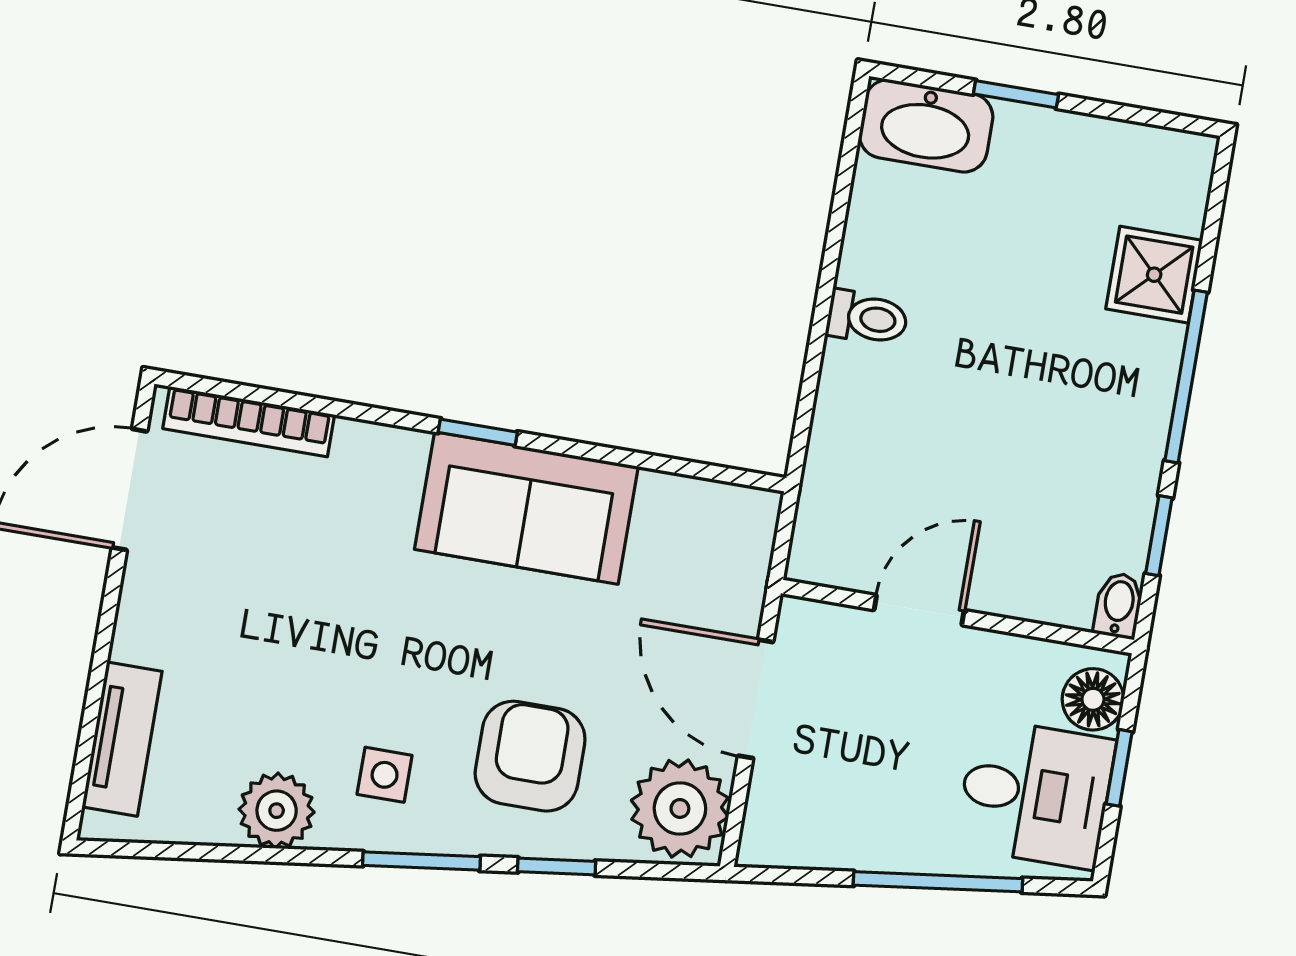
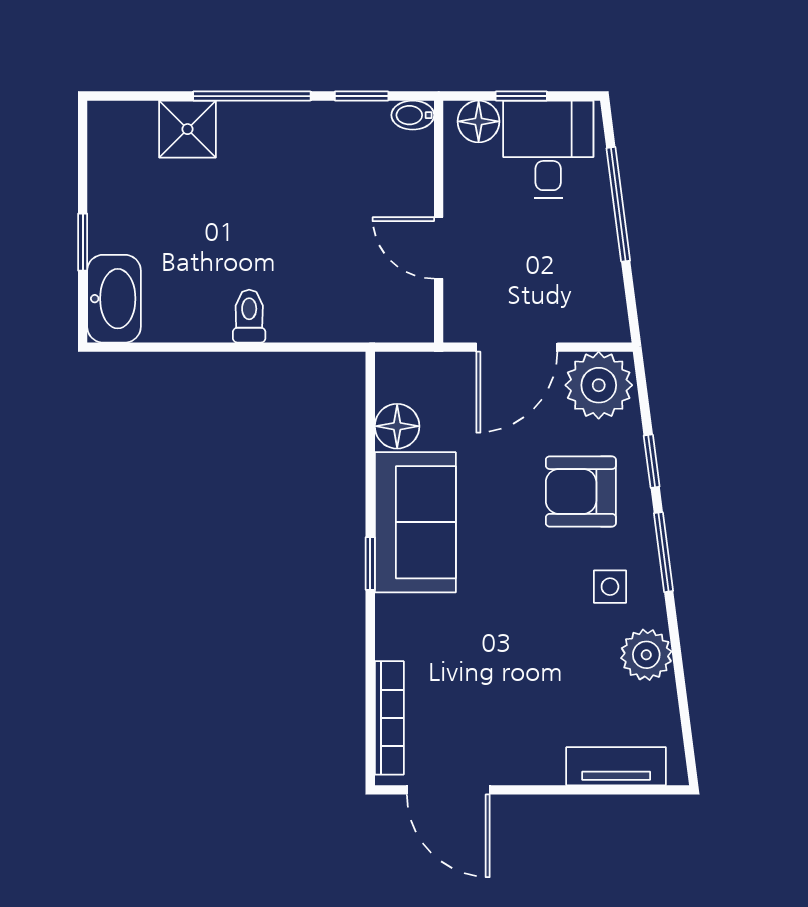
floor lamp: (670, 505) -> (397, 426), added

